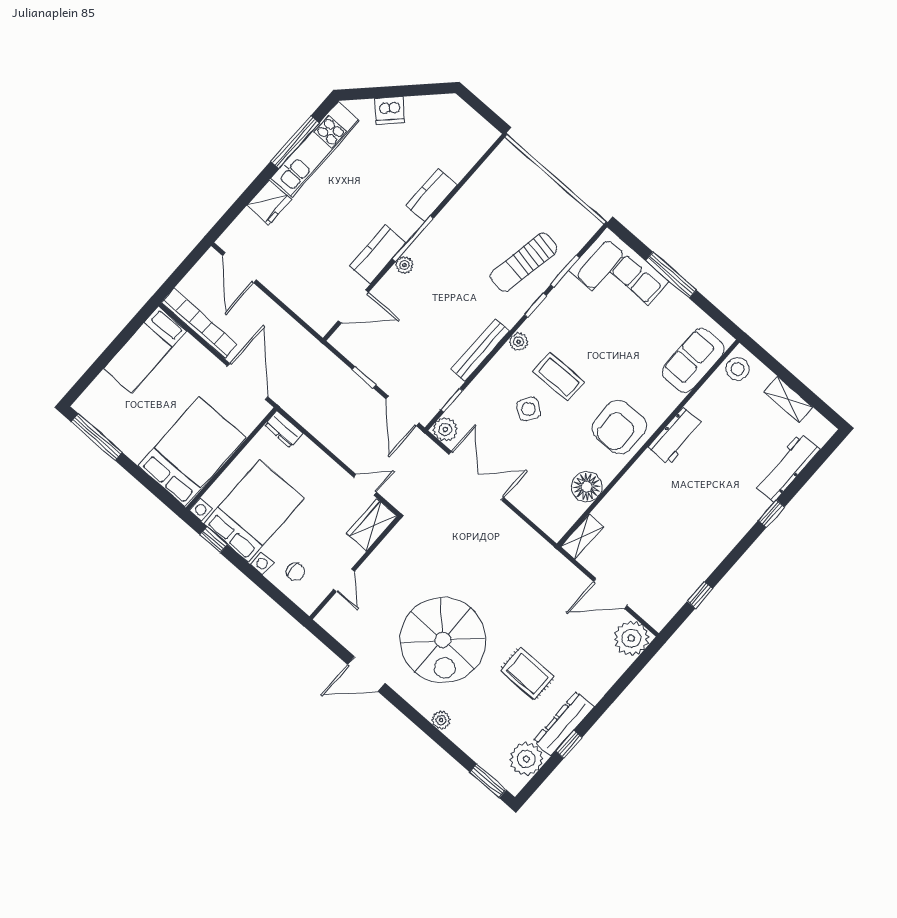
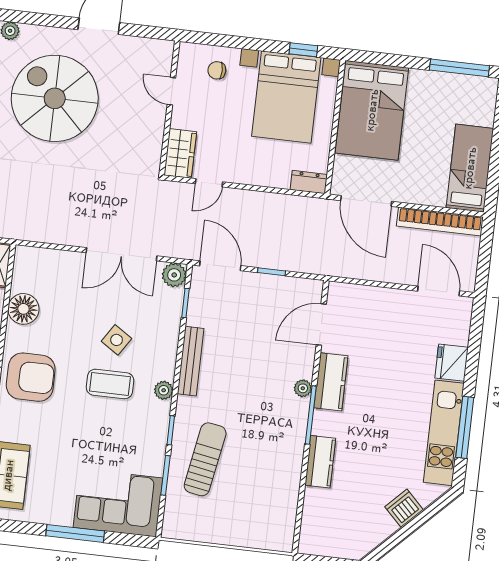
armchair: (619, 427) -> (31, 377), turned 90

